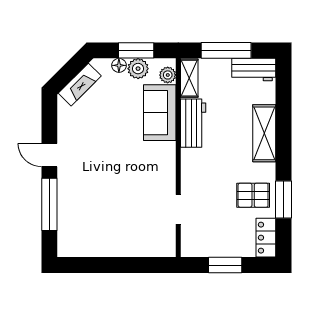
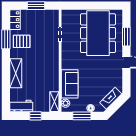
window: (226, 50) -> (35, 116), width x0.46
plant: (138, 69) -> (81, 106), removed
workbench: (193, 123) -> (52, 78), removed
window: (49, 204) -> (126, 37), width x0.69
dining table: (104, 211) -> (98, 33), added

